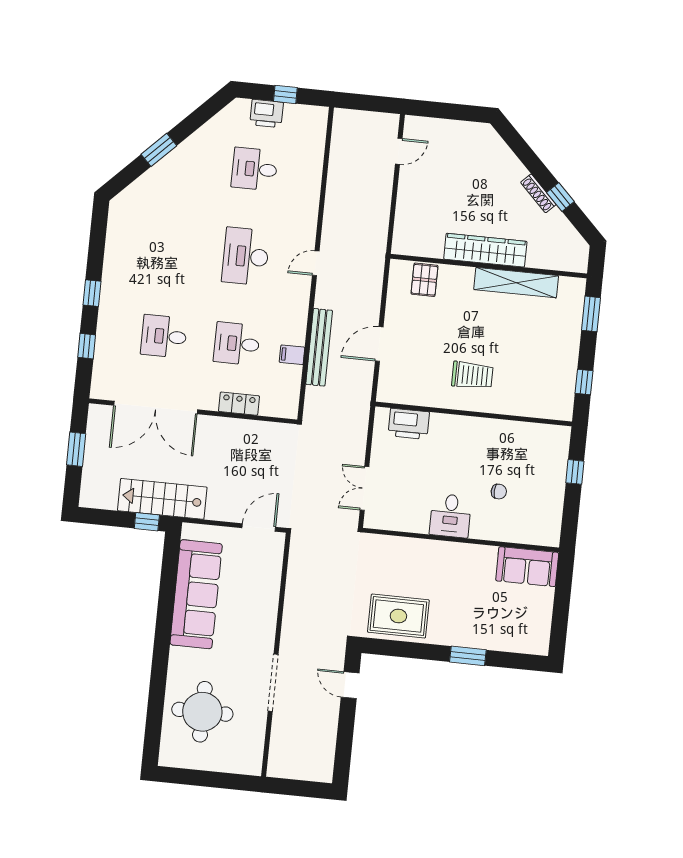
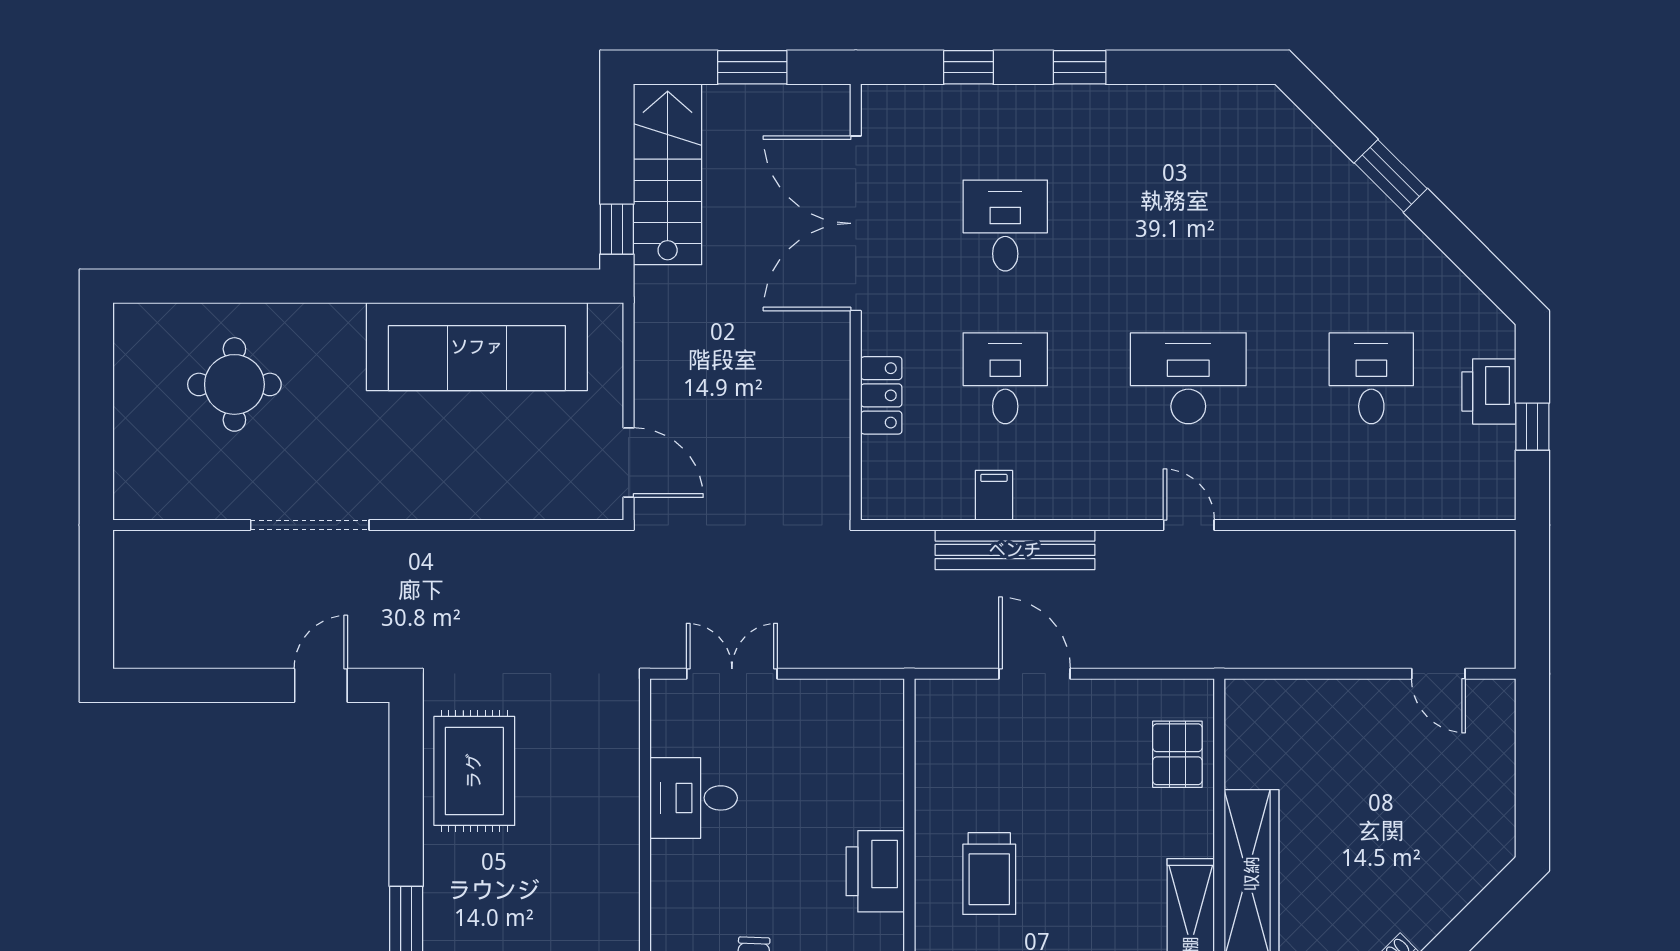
pallet: (424, 280) -> (1177, 754), turned 90
printer: (409, 424) -> (875, 871), moved
stairs: (162, 499) -> (668, 174), moved
desk: (450, 516) -> (694, 798), moved
round table: (202, 712) -> (234, 384), width x0.73, depth x0.73

